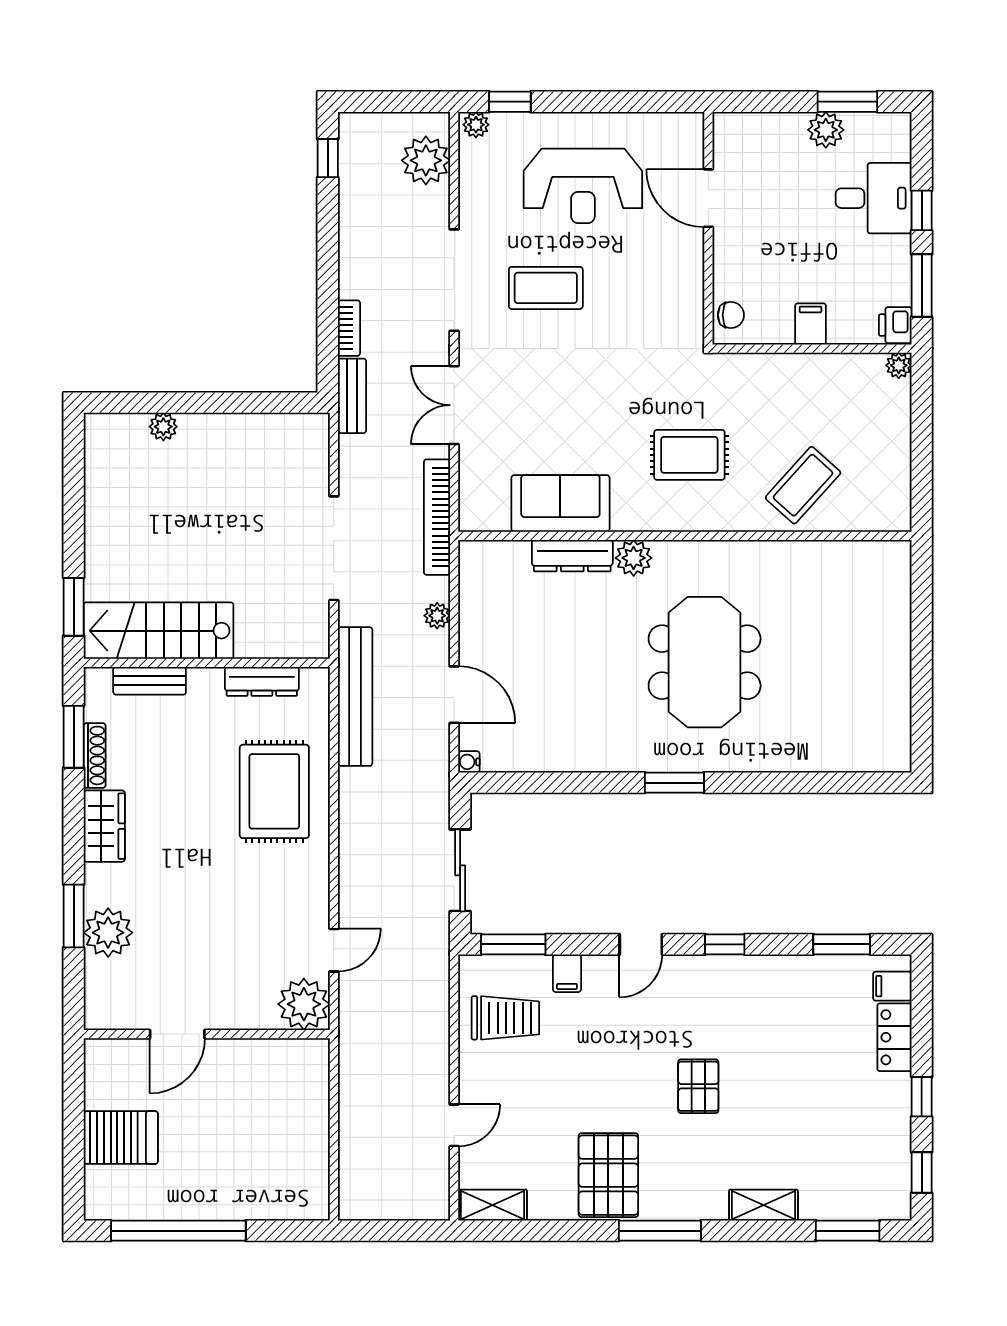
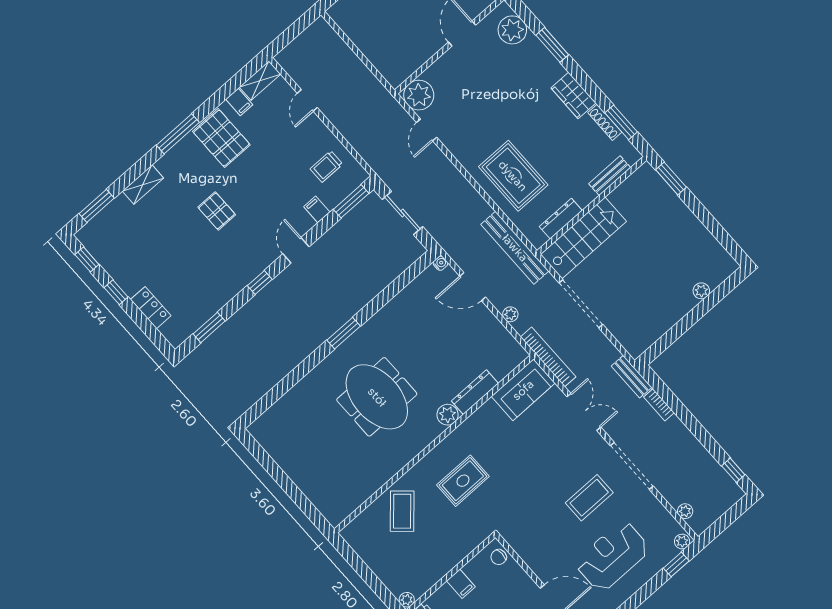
plant: (426, 160) -> (685, 511), width x0.53, depth x0.53
sofa: (560, 503) -> (523, 390), moved
stairs: (159, 631) -> (583, 238), moved
plant: (108, 933) -> (512, 30), moved
filing cabinet: (892, 986) -> (239, 102), moved, turned 90
trolley: (505, 1018) -> (326, 167), width x0.73, depth x0.72

